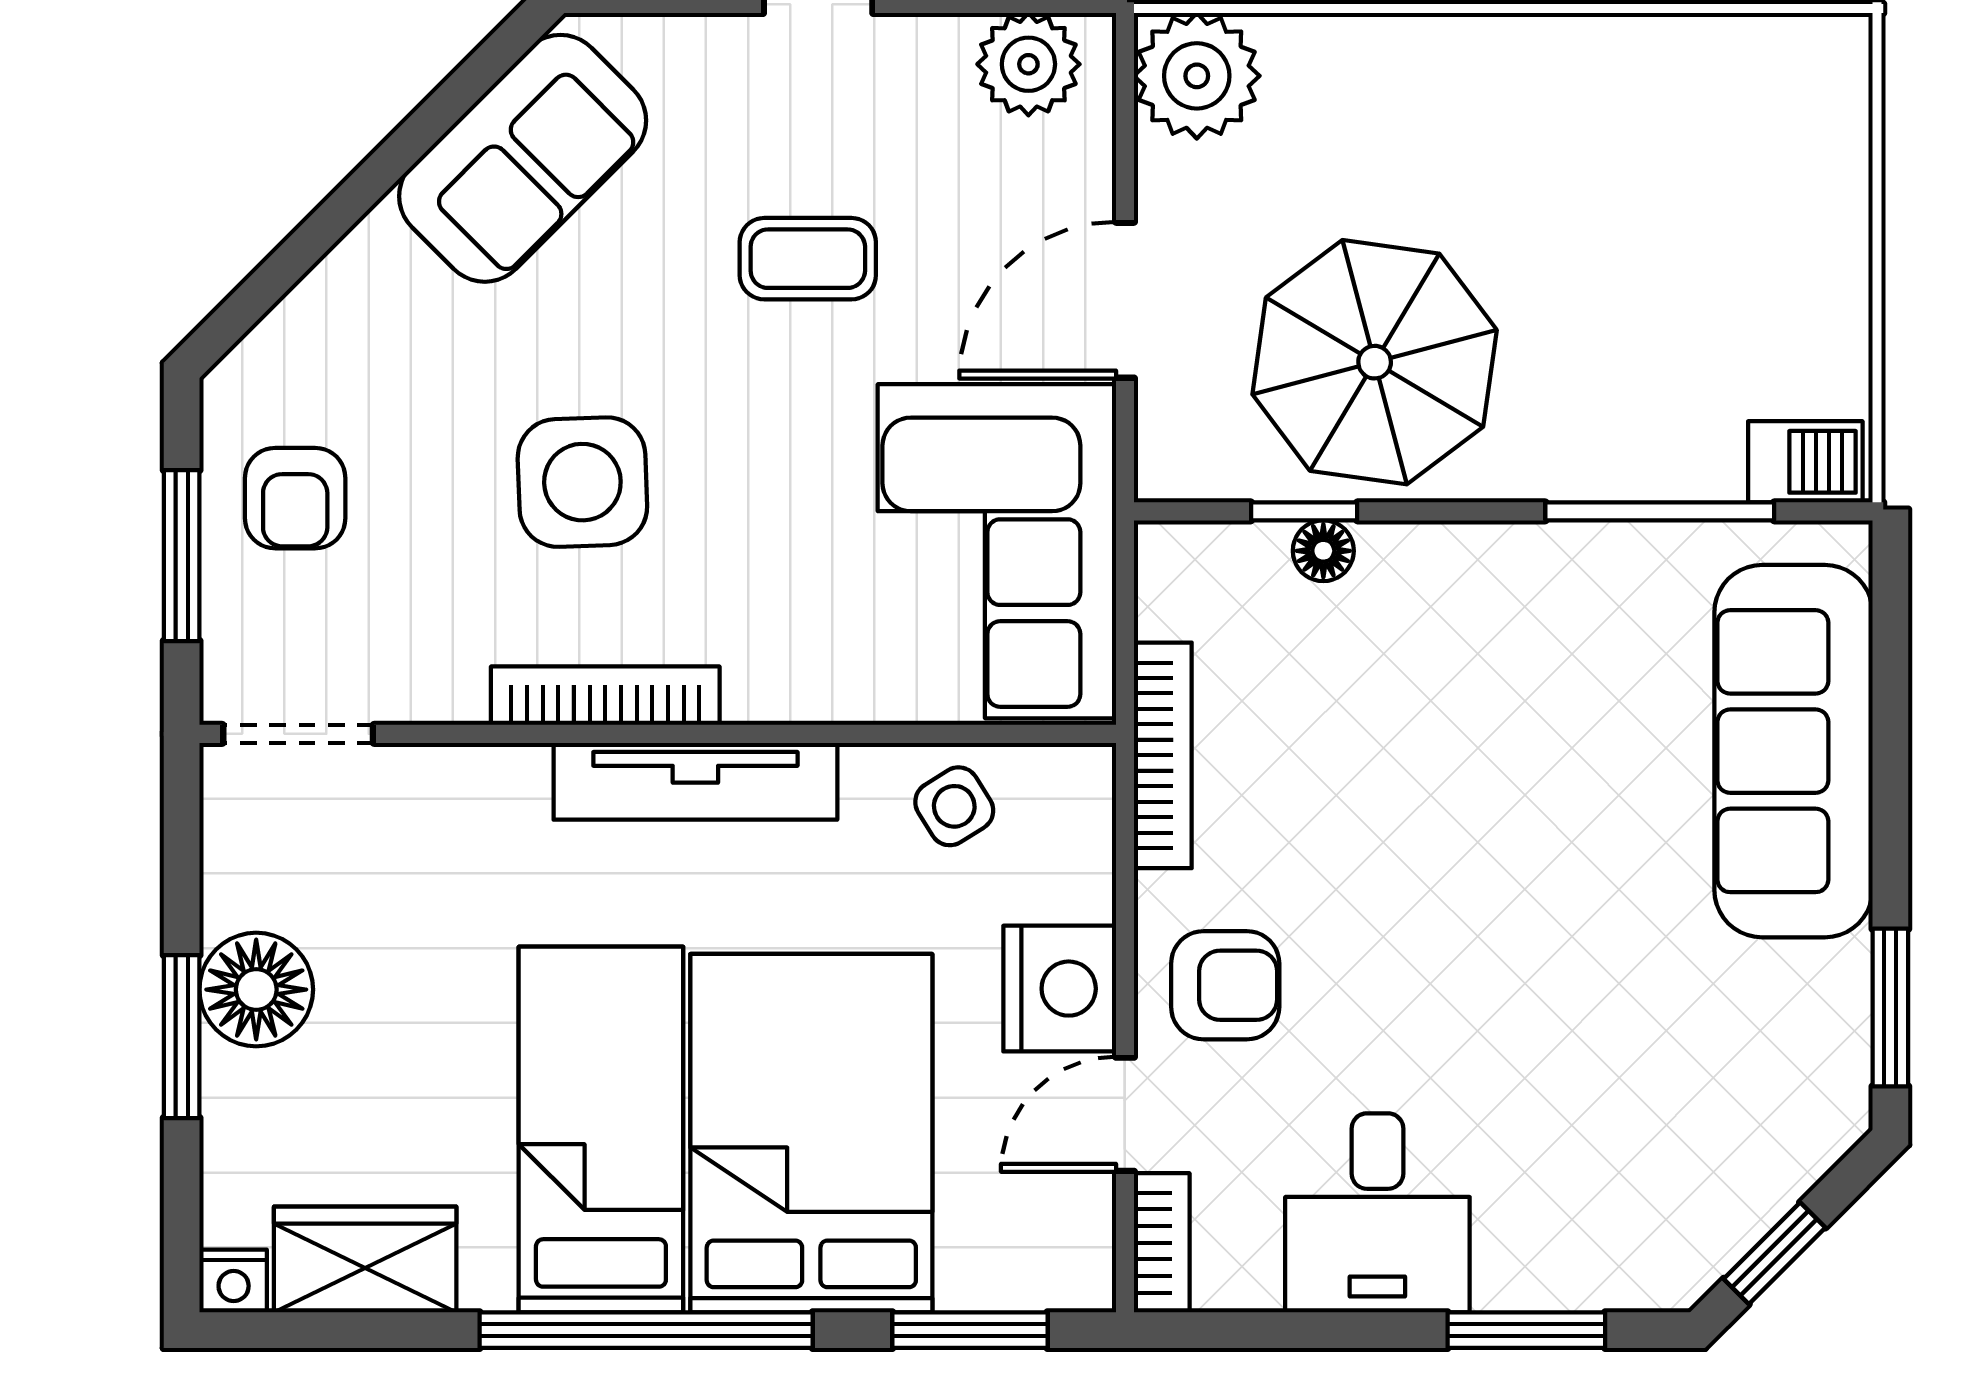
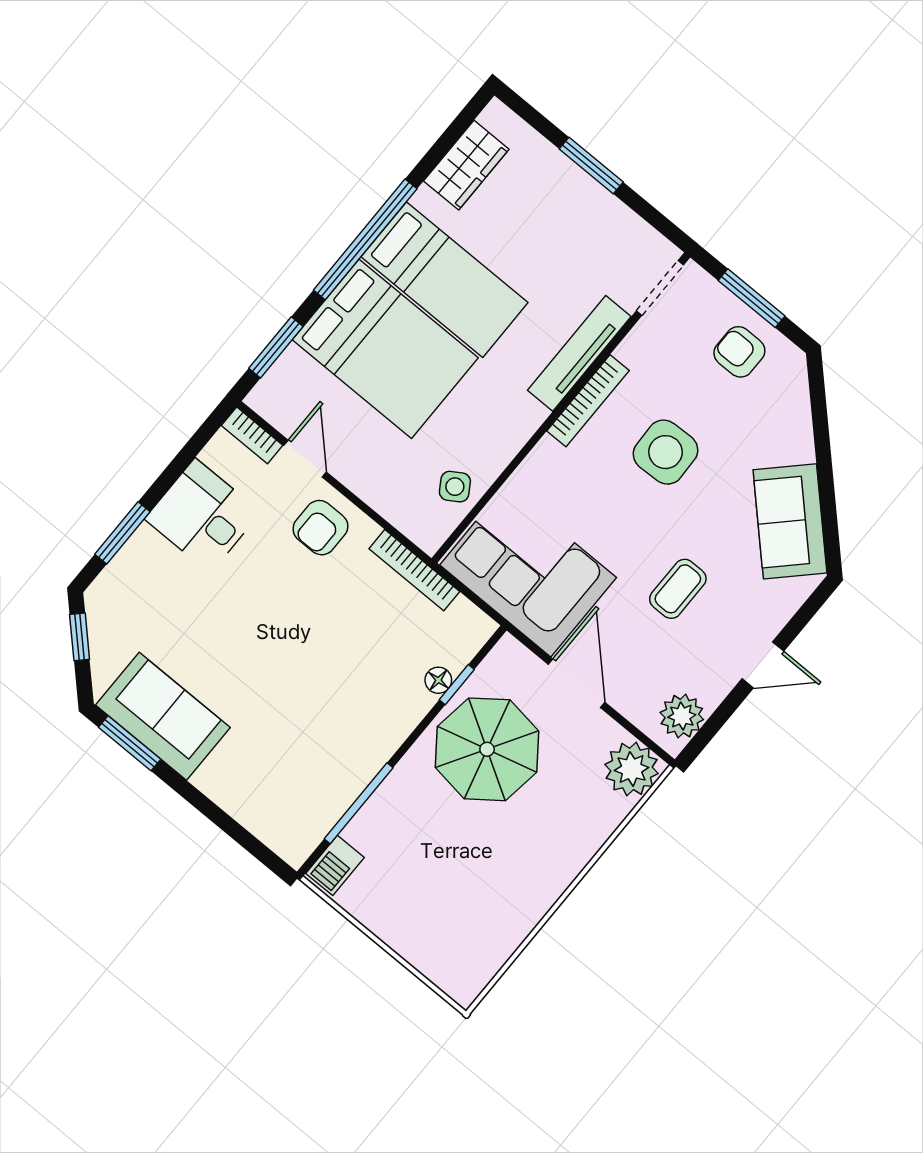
sofa: (1793, 751) -> (163, 716), moved, width x0.73
tv unit: (695, 781) -> (579, 353), moved
nightstand: (1060, 989) -> (365, 472), removed
floor lamp: (256, 990) -> (586, 203), removed
nightstand: (234, 1281) -> (495, 115), removed

